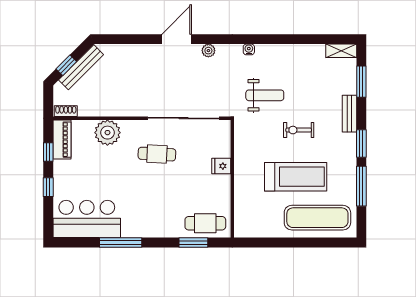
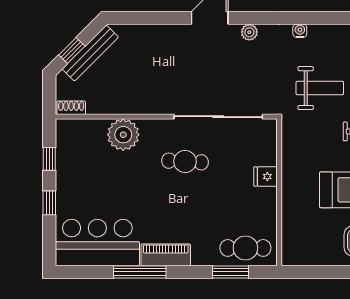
piano: (62, 140) -> (166, 255), moved, turned -90

